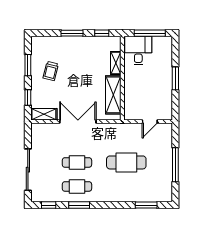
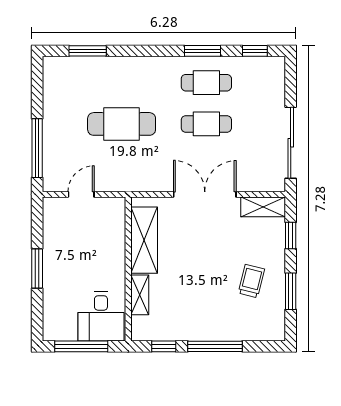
window: (72, 33) -> (215, 346), width x1.44
double door: (78, 121) -> (205, 194), swing flipped
window: (175, 165) -> (37, 148), moved
sliding door: (28, 170) -> (291, 143), moved

